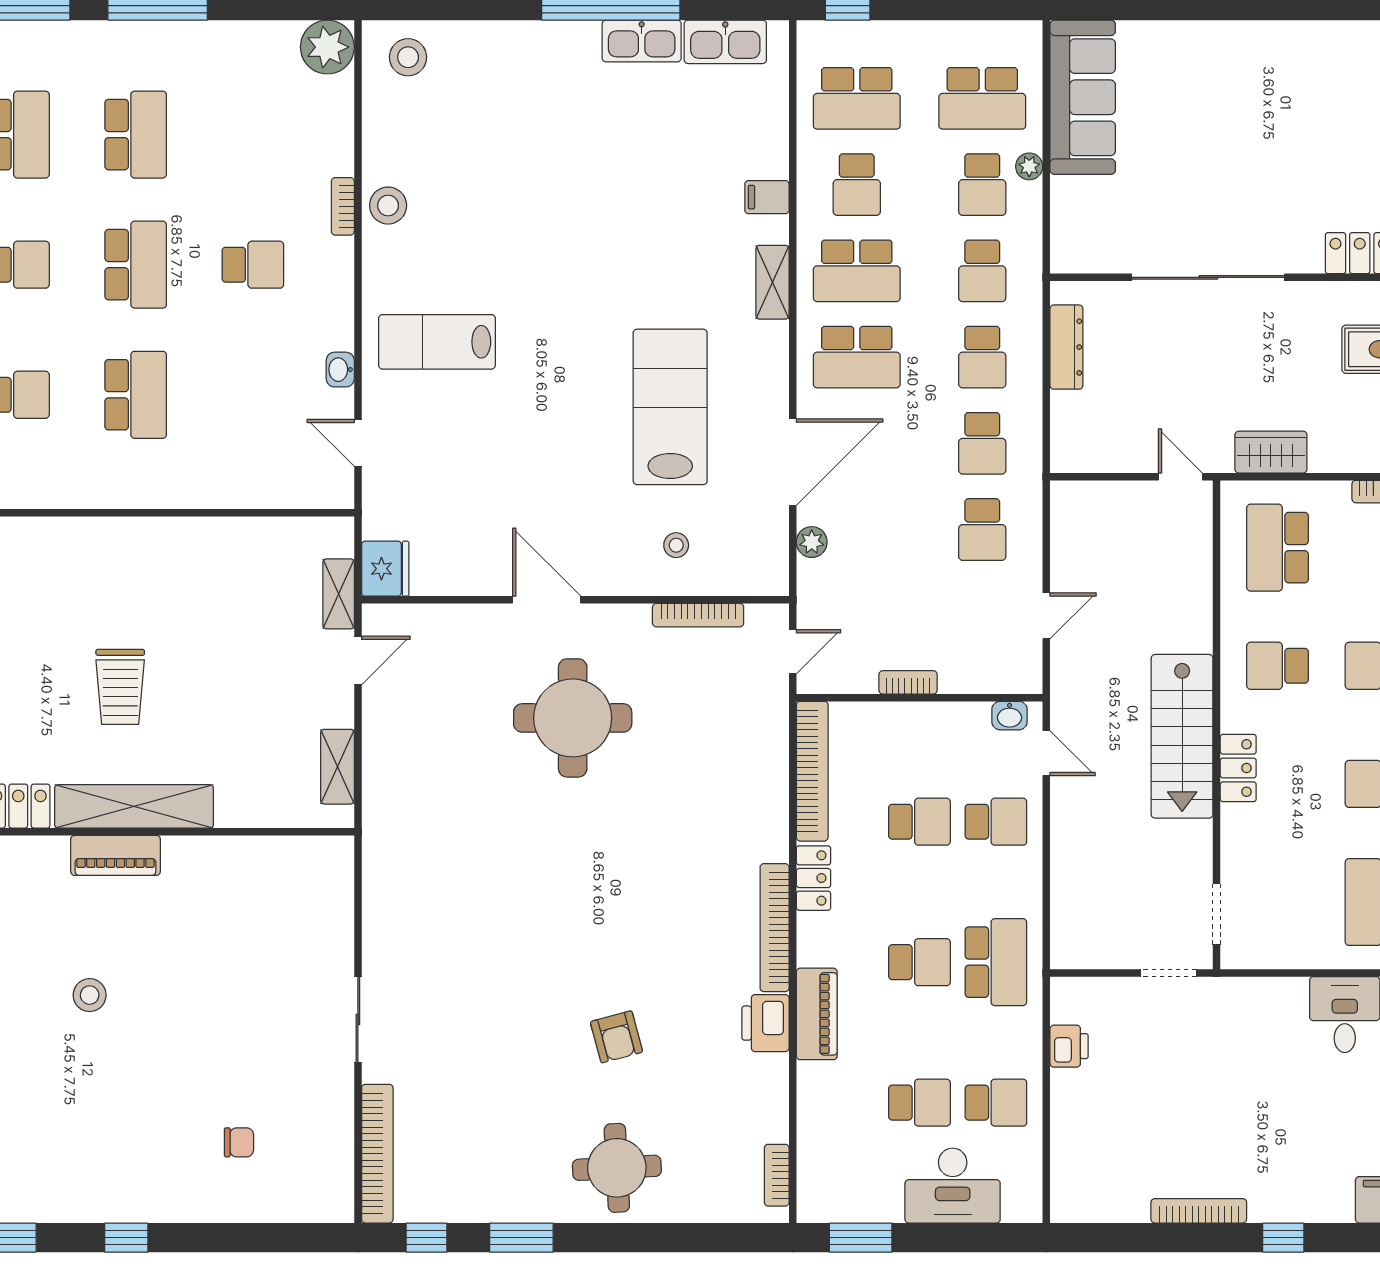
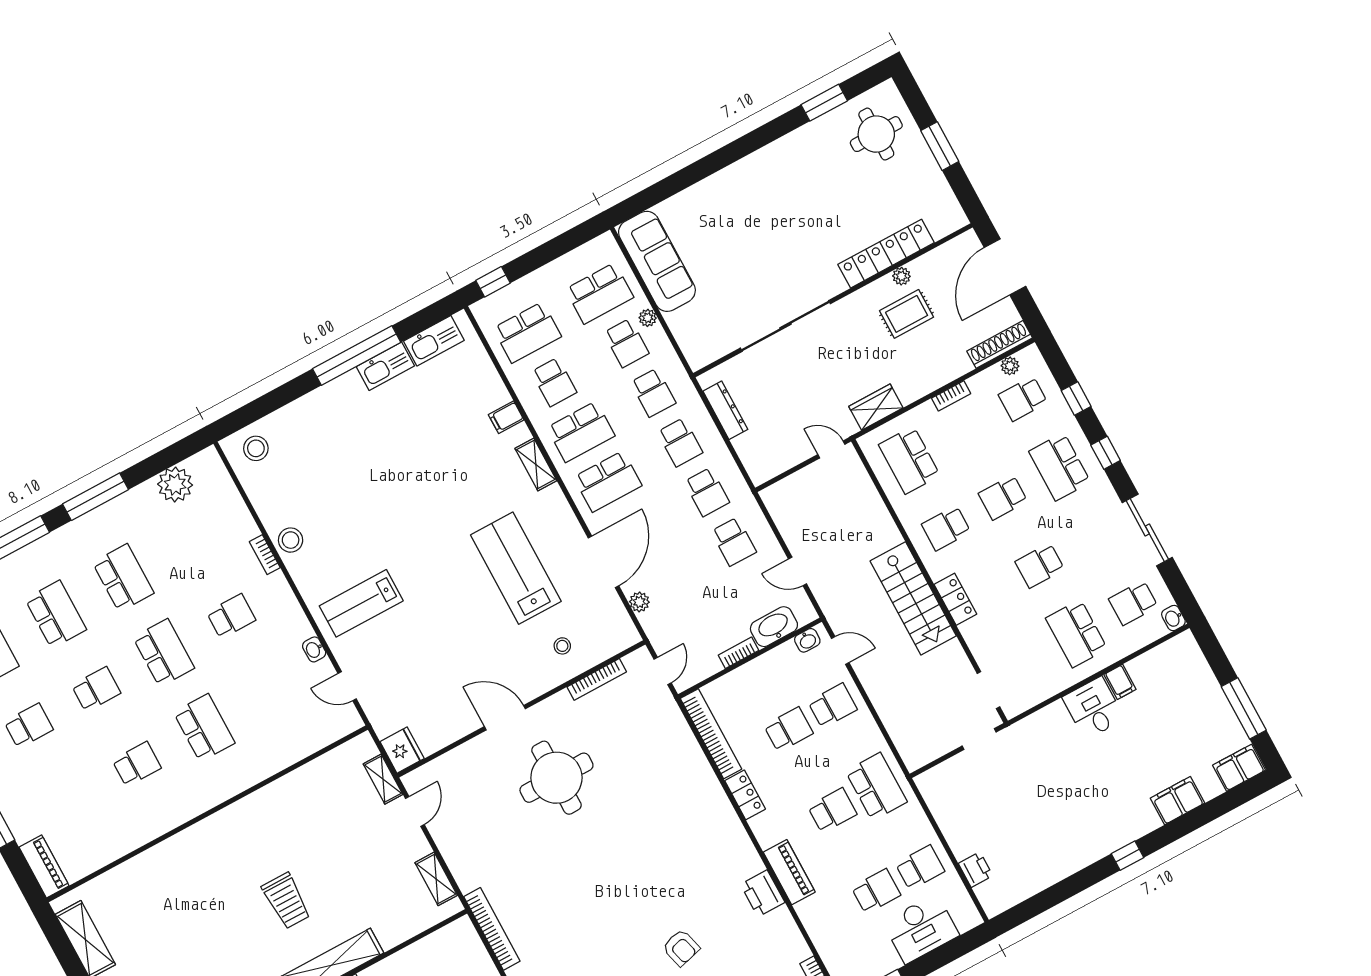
plant: (327, 47) -> (175, 485), moved
door: (1046, 616) -> (797, 571), swing flipped
washbasin: (975, 673) -> (774, 627), added
bookcase: (775, 928) -> (492, 929), moved, turned 180
printer: (1069, 1046) -> (976, 870), moved
bookcase: (1199, 1211) -> (1071, 867), removed

